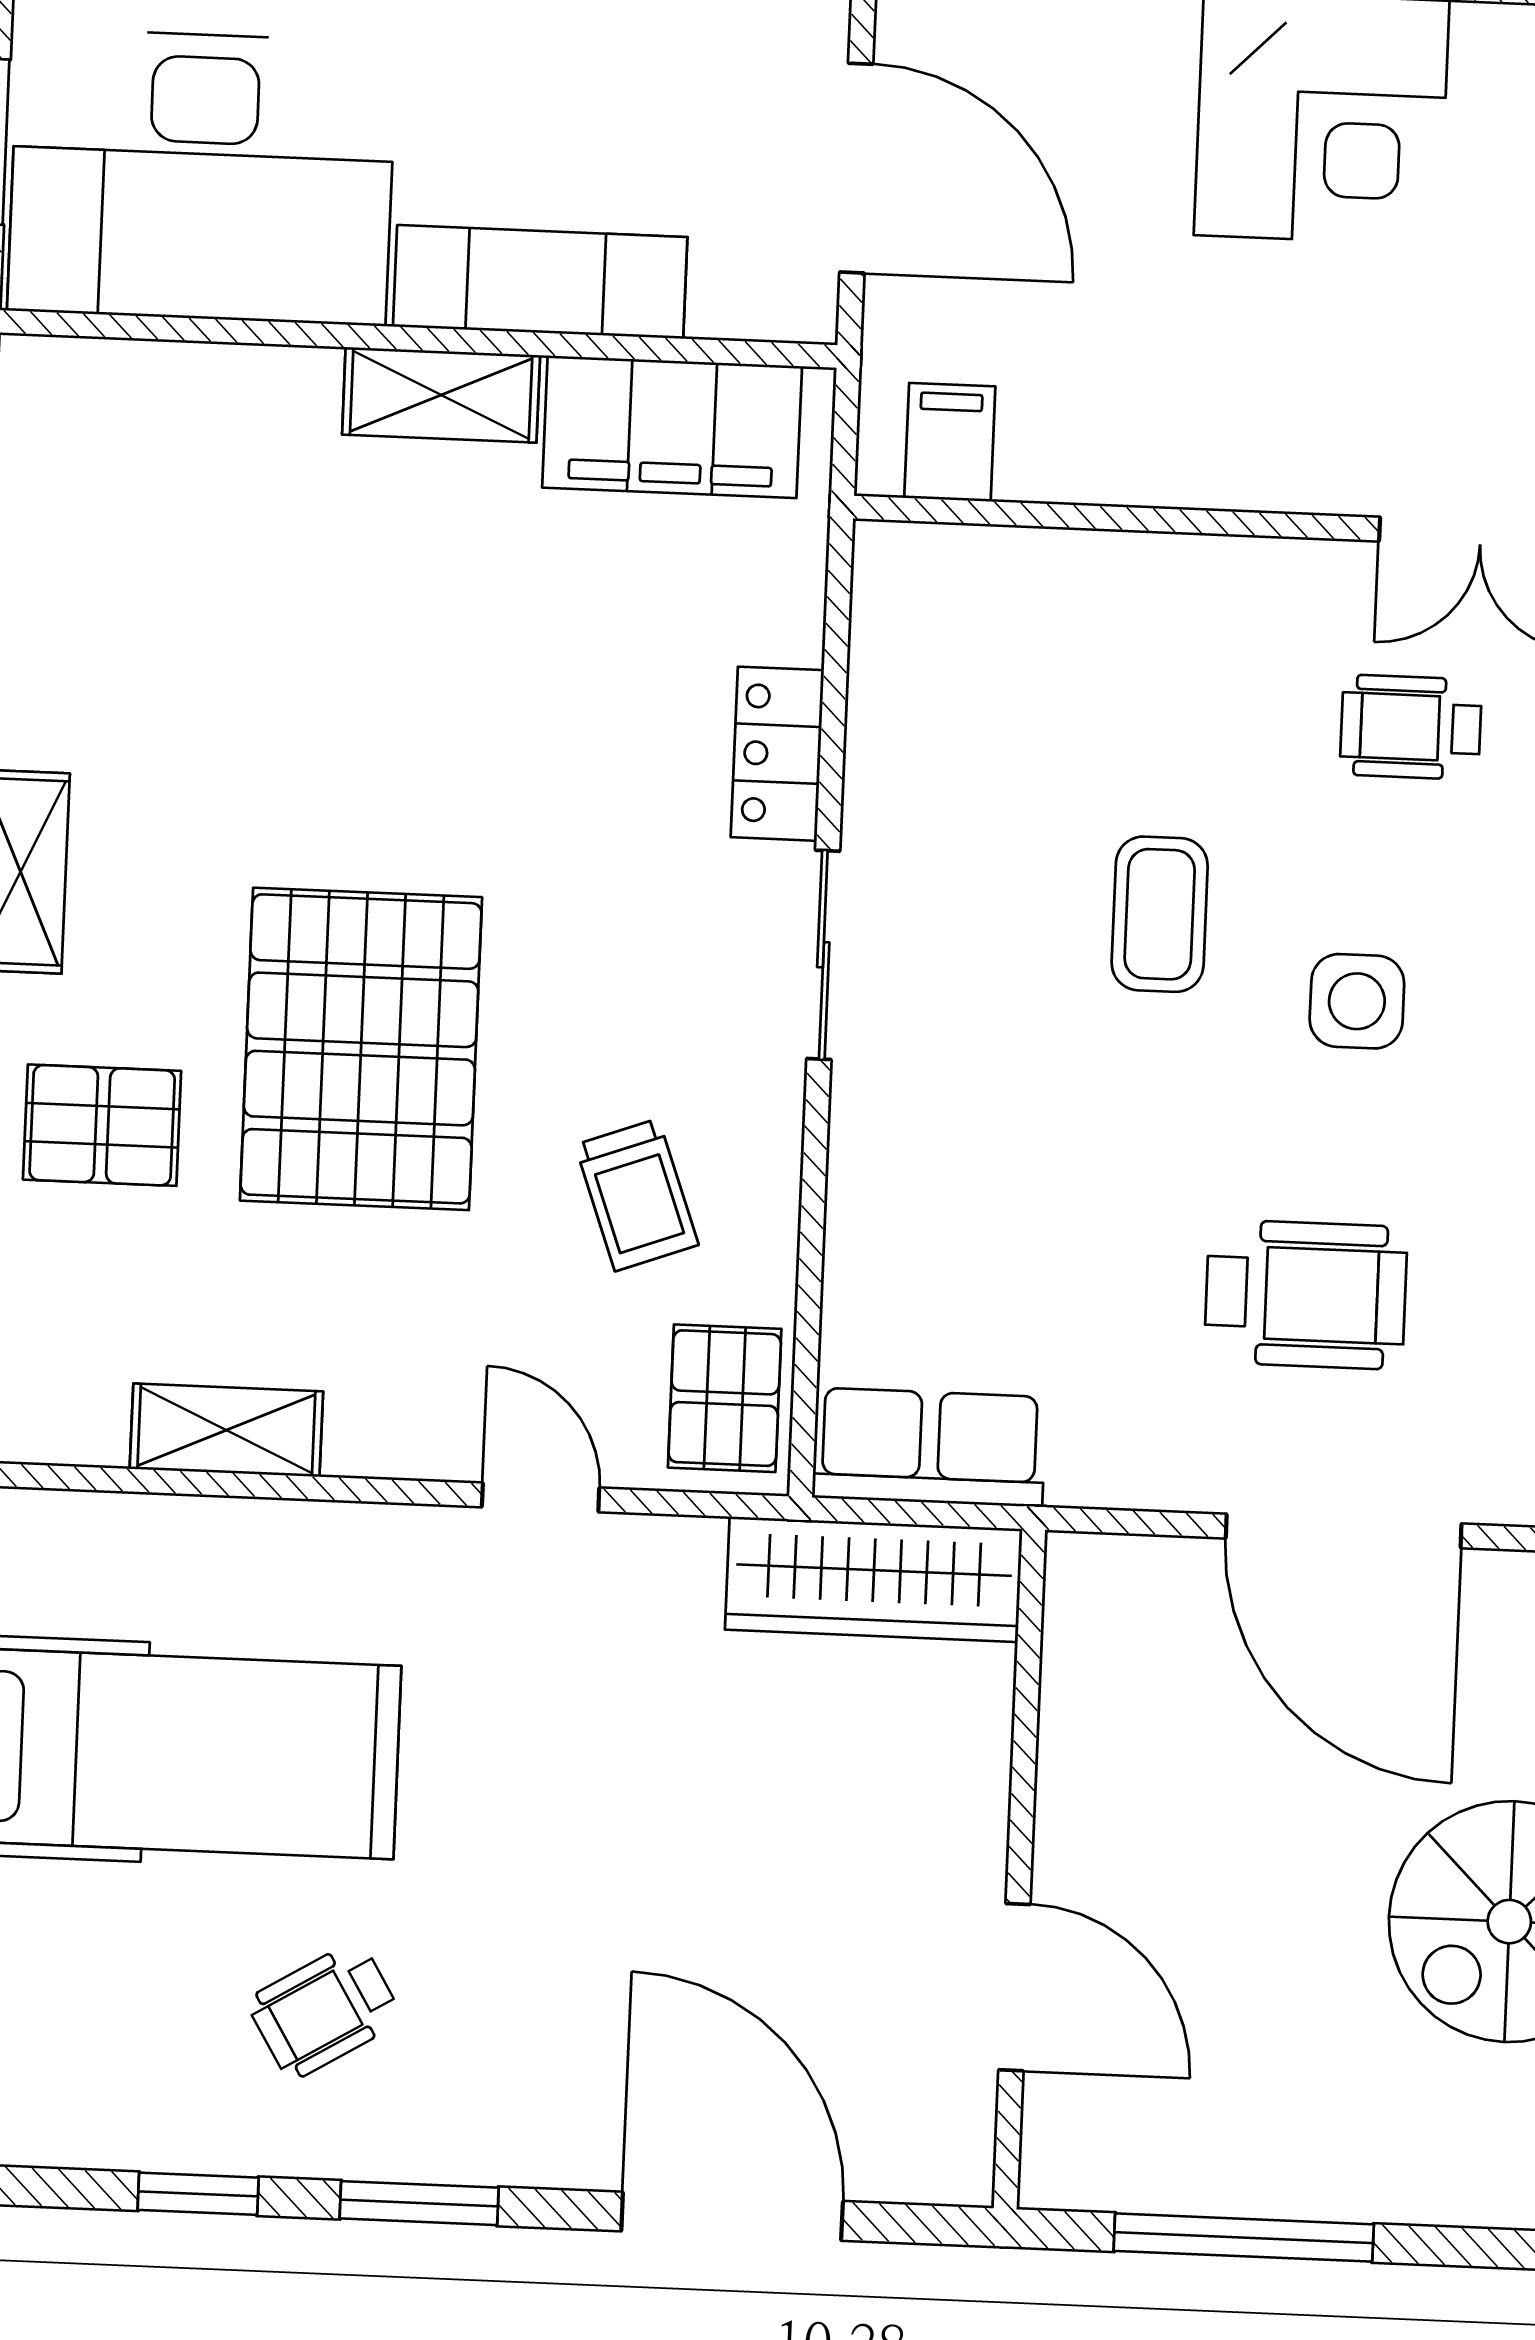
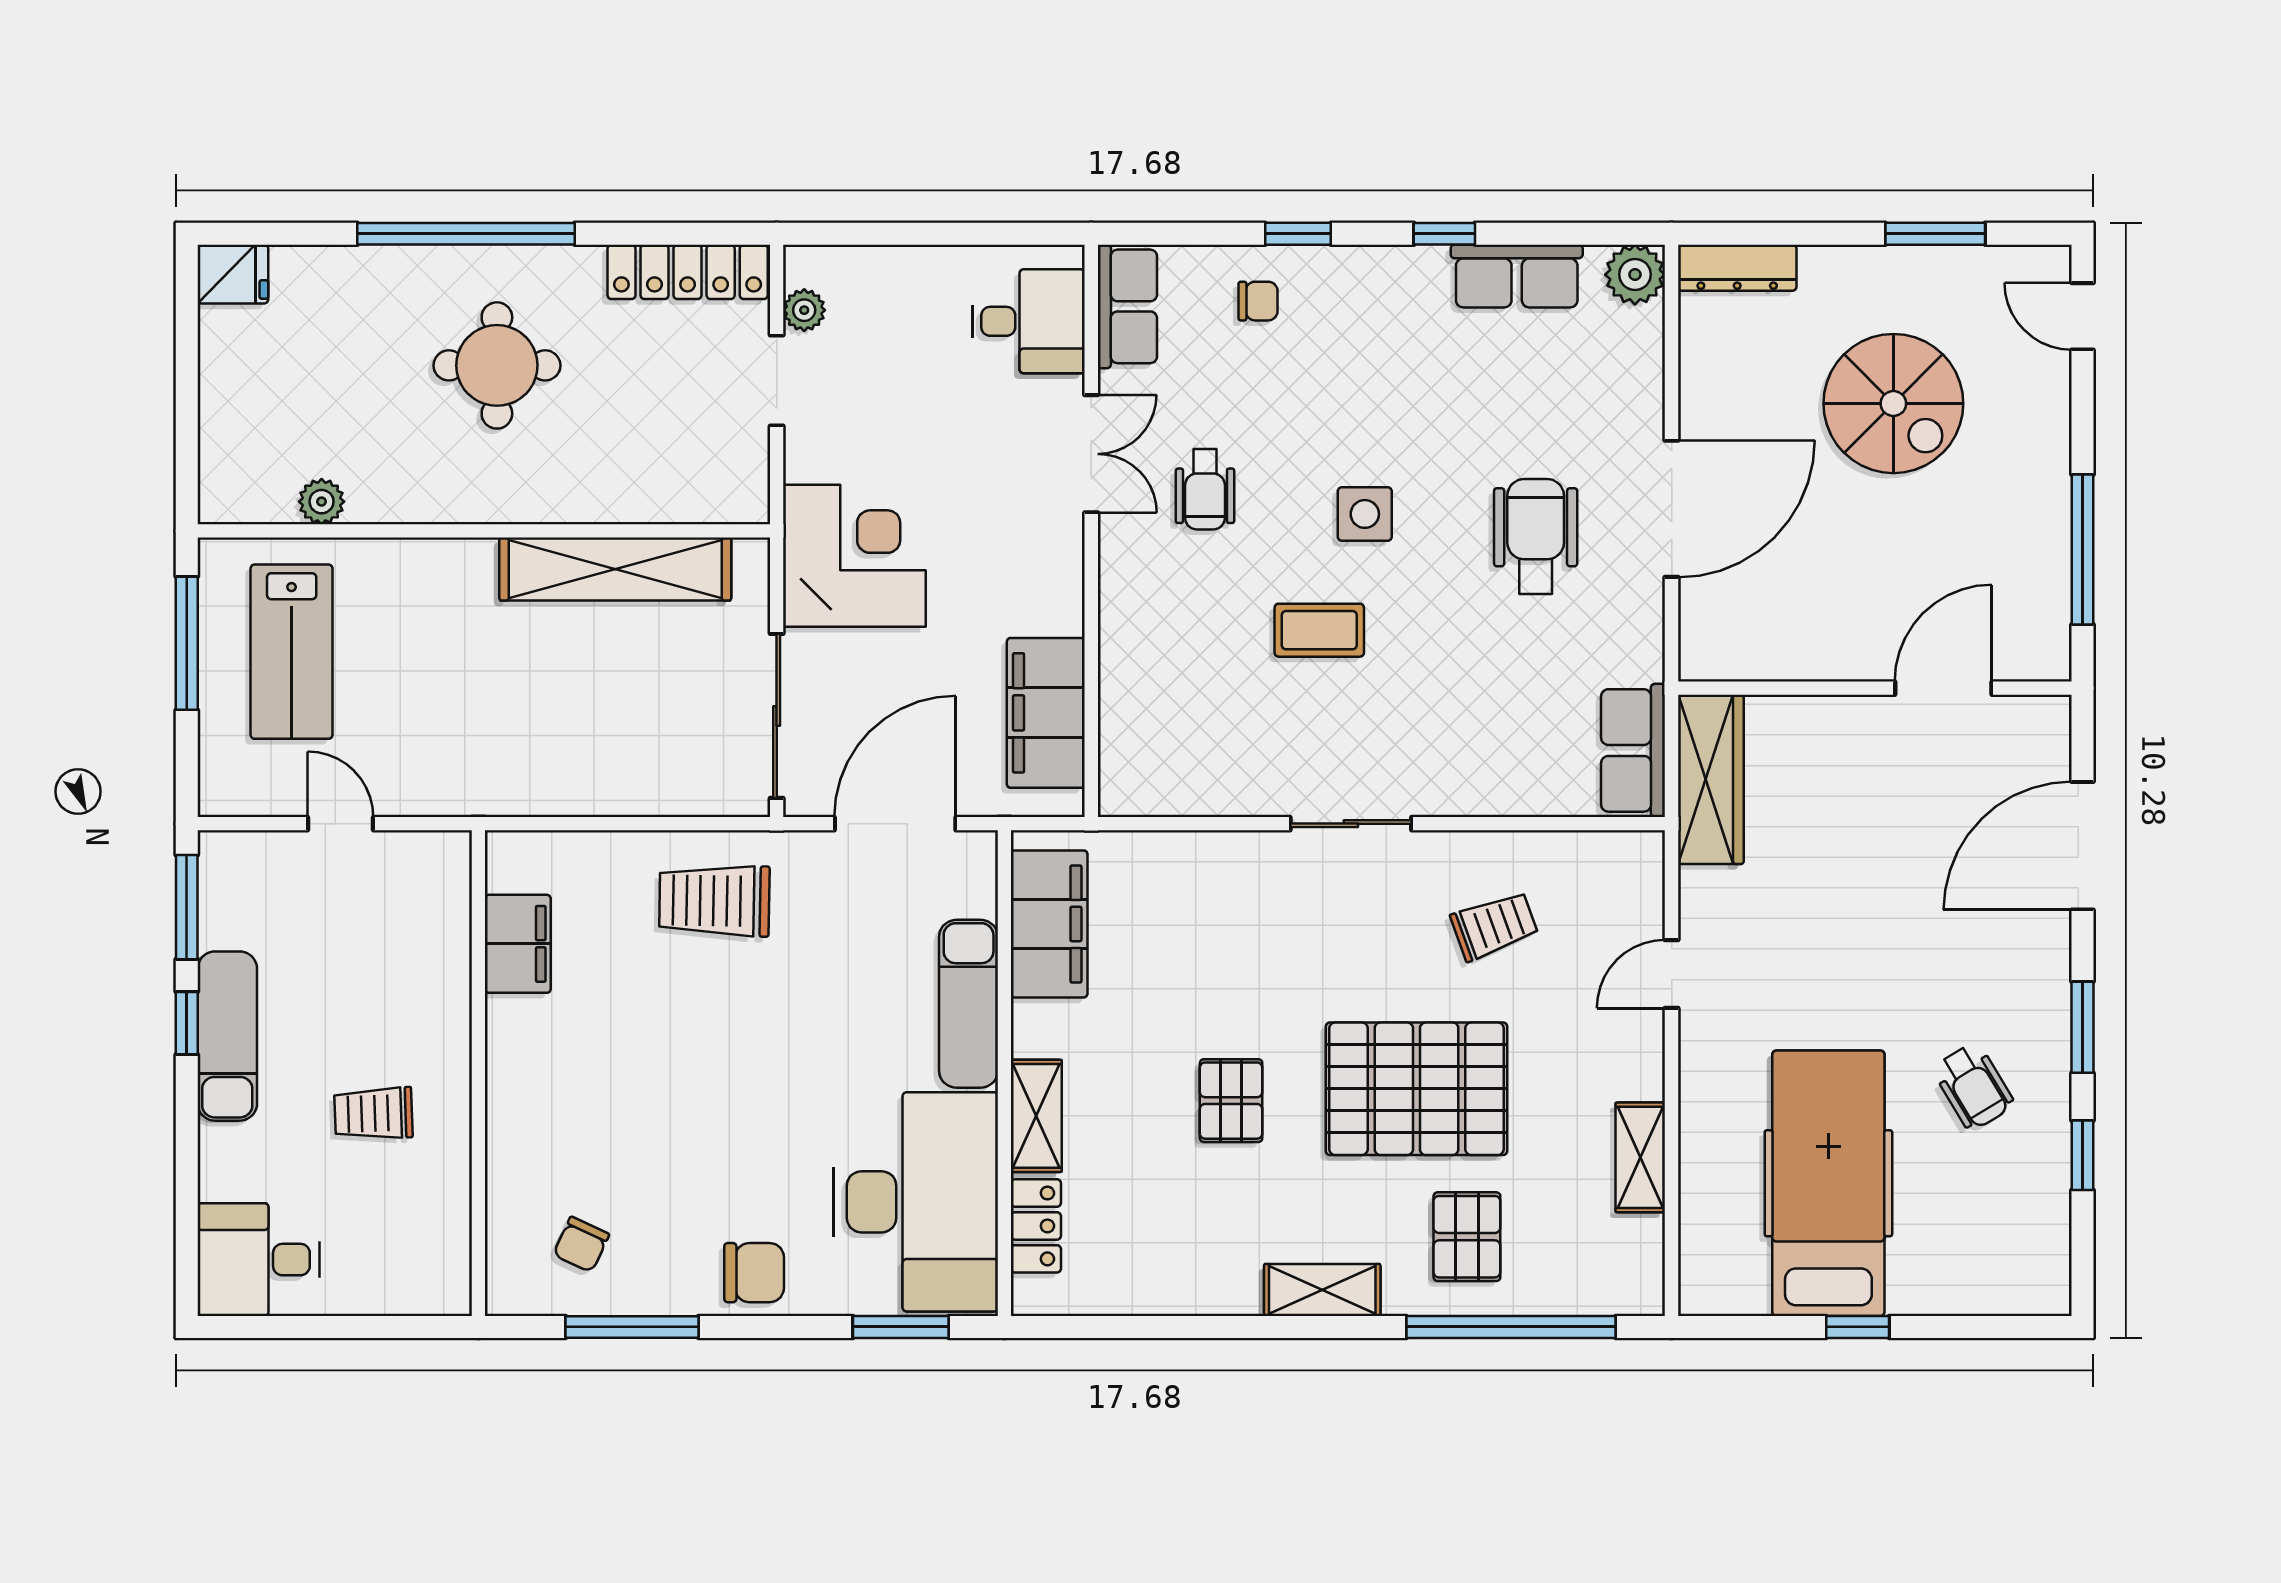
shelving: (441, 395) -> (1036, 1116), moved
filing cabinet: (950, 442) -> (1046, 713), width x3.00, depth x1.17
locker: (777, 754) -> (1036, 1226), moved, turned -90
pallet: (725, 1398) -> (1231, 1101), moved, turned 90

